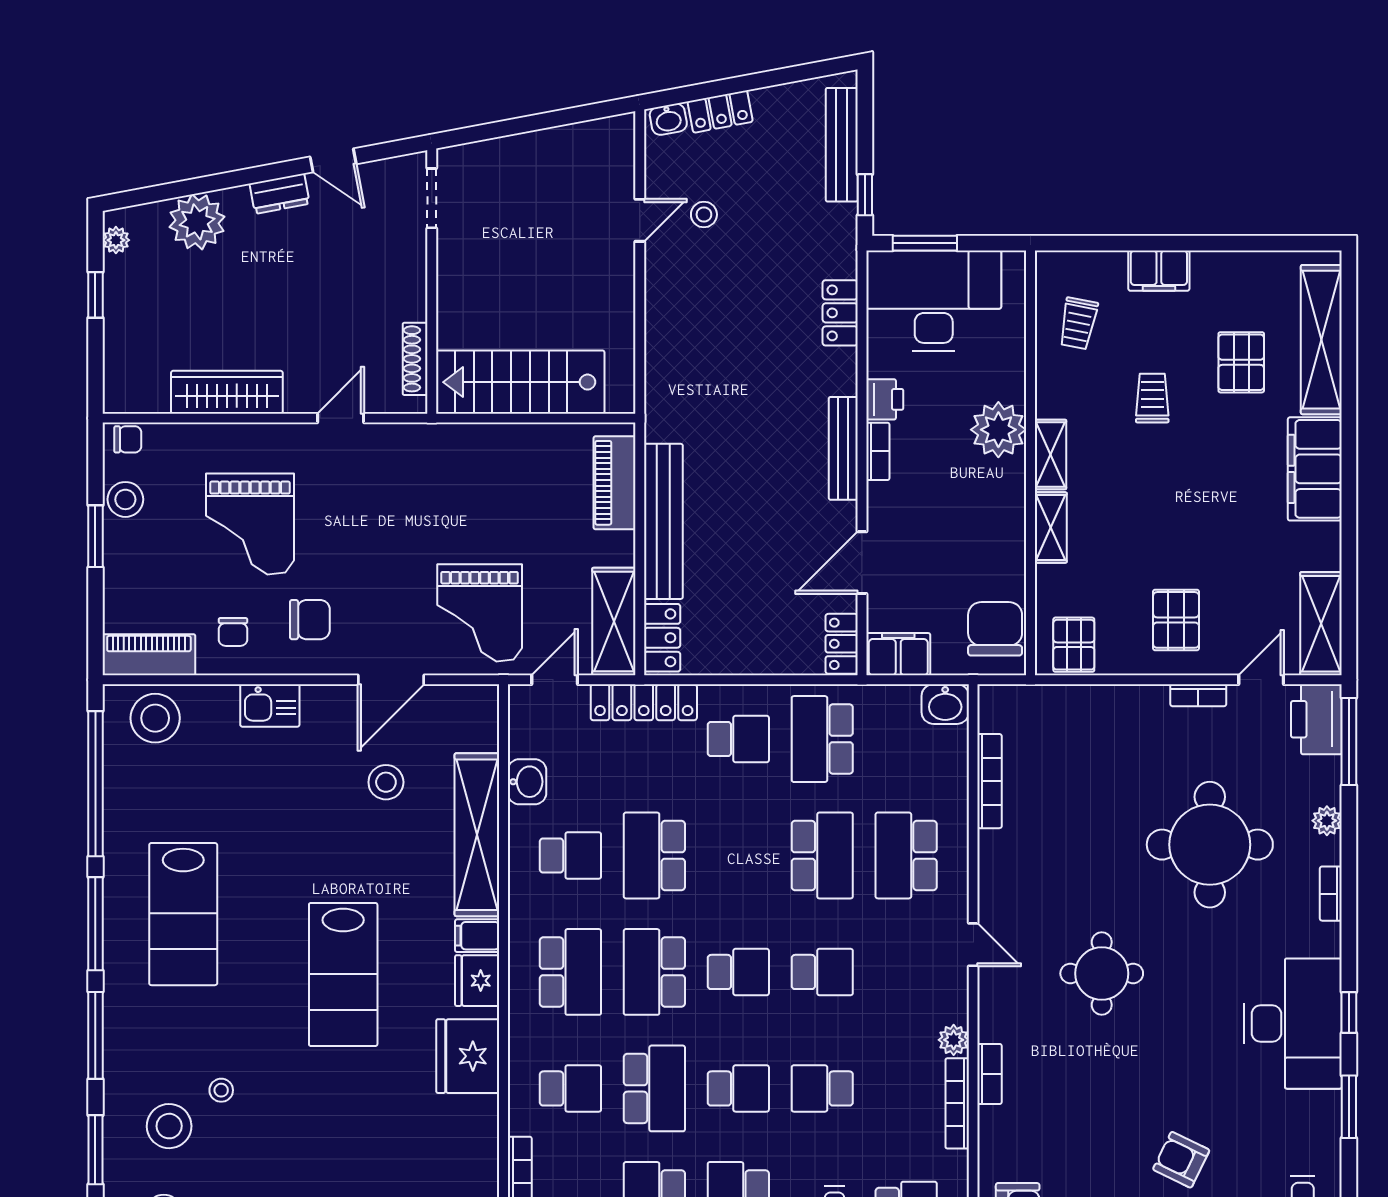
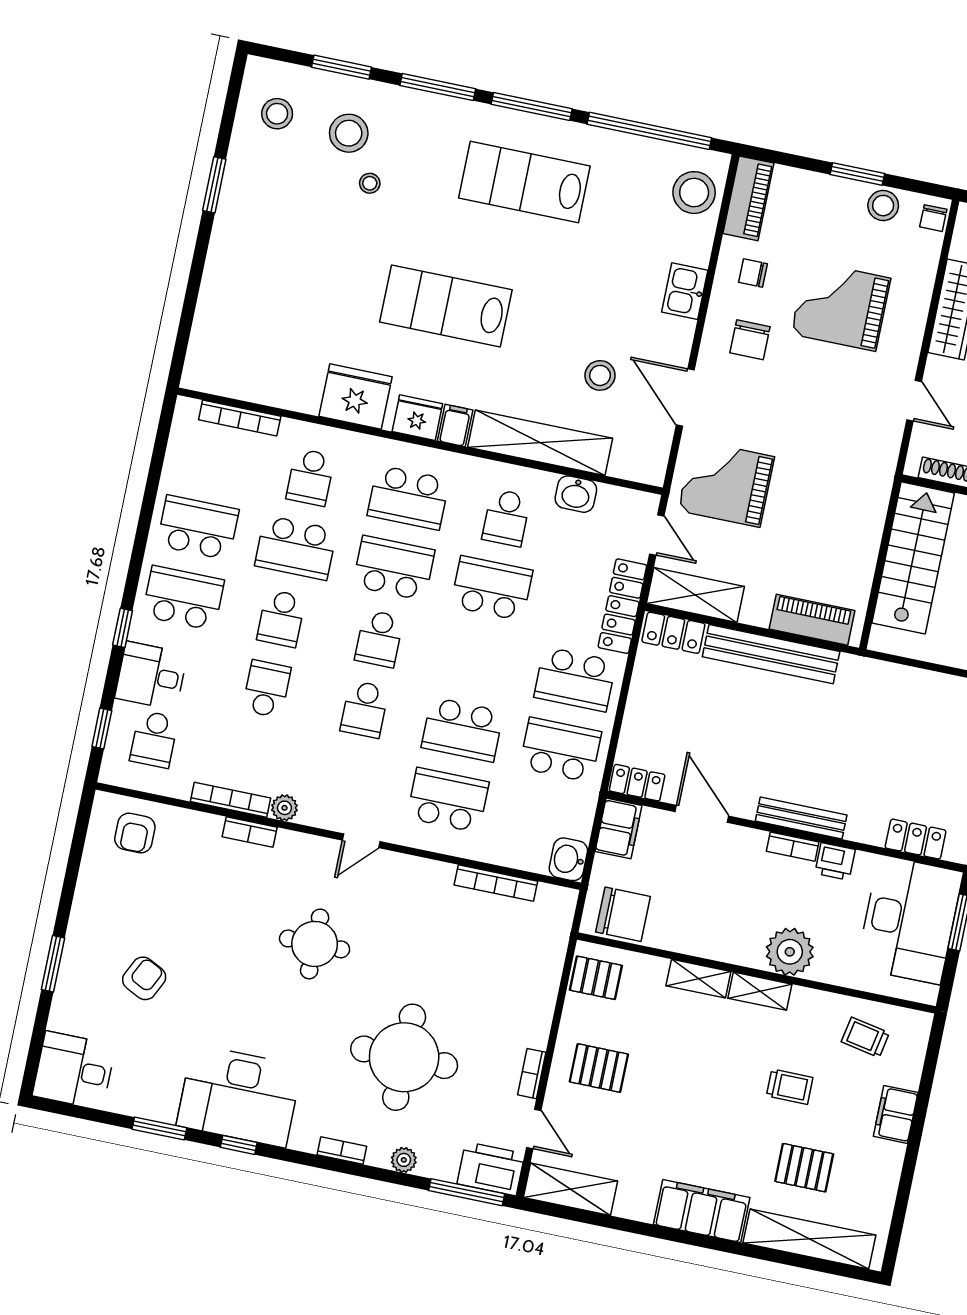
school desk: (738, 739) -> (575, 679), width x1.85

